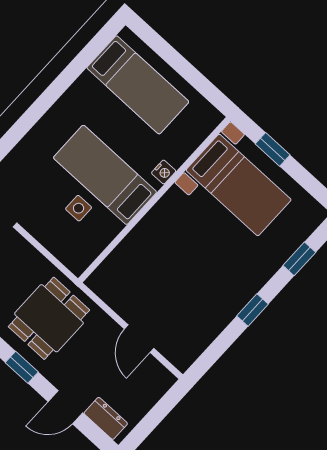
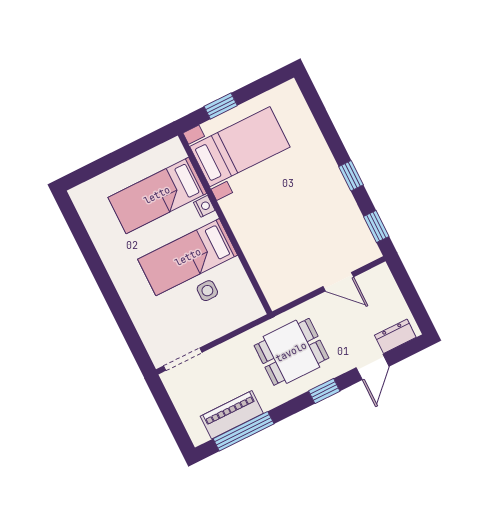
bed: (138, 85) -> (157, 195), moved, turned 180
window: (299, 259) -> (376, 227), moved
dining table: (49, 318) -> (291, 352), turned 90

